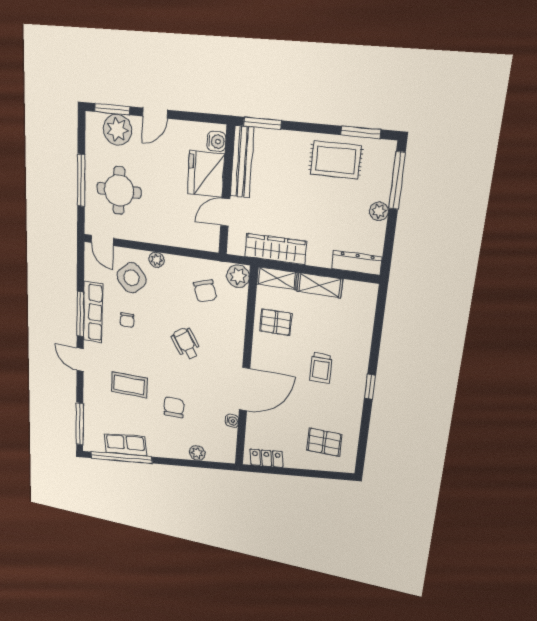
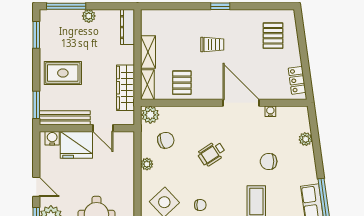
rug: (336, 160) -> (63, 73), moved, turned 90
plant: (157, 260) -> (147, 164), moved

